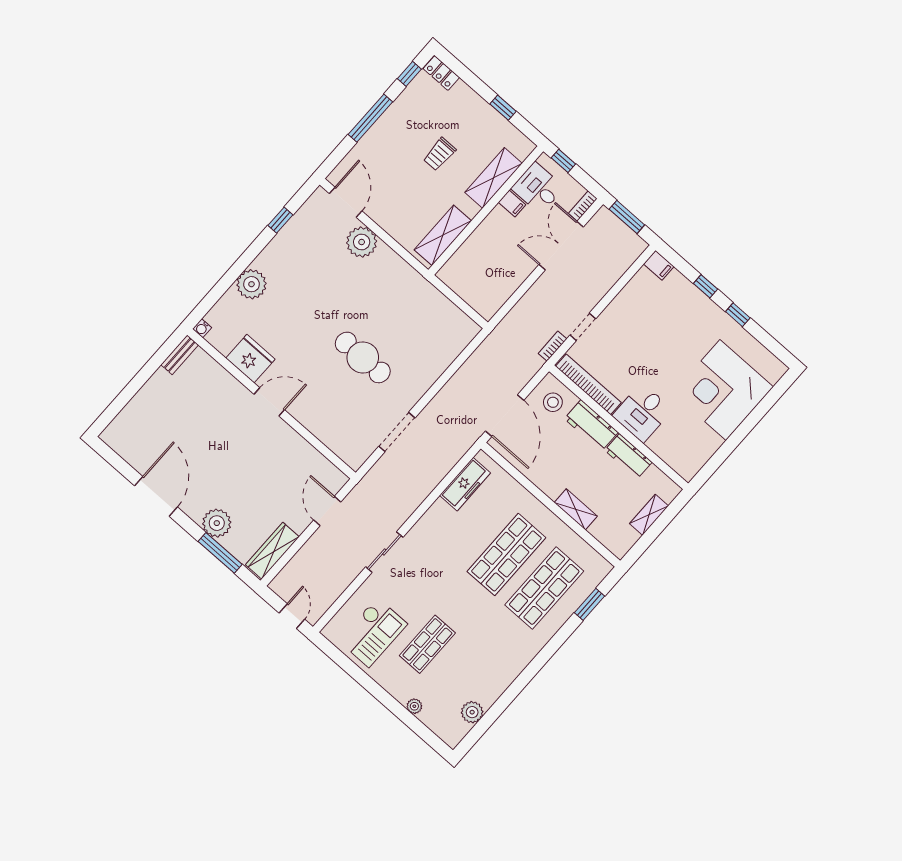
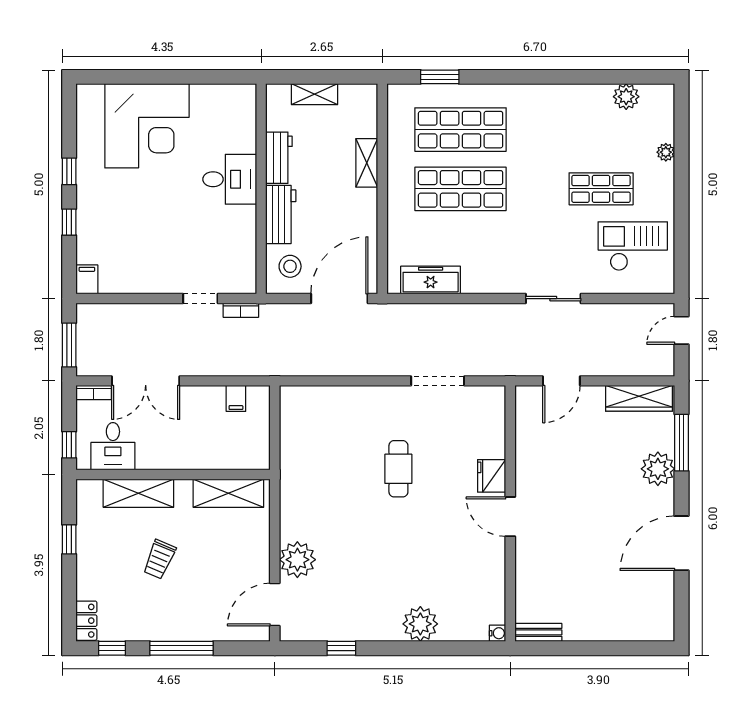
trolley: (440, 154) -> (159, 559), turned 113
filing cabinet: (512, 203) -> (236, 398), moved, turned 180
cafe table: (363, 357) -> (398, 469), width x0.73, depth x0.74
fridge: (250, 359) -> (492, 476), moved, width x0.73, depth x0.75
bookcase: (588, 384) -> (247, 249), removed

